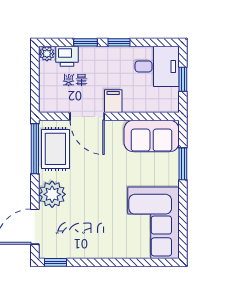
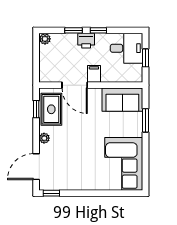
printer: (67, 56) -> (86, 41), moved
window: (35, 149) -> (36, 109), width x0.46
plant: (52, 194) -> (44, 138), width x0.53, depth x0.53

